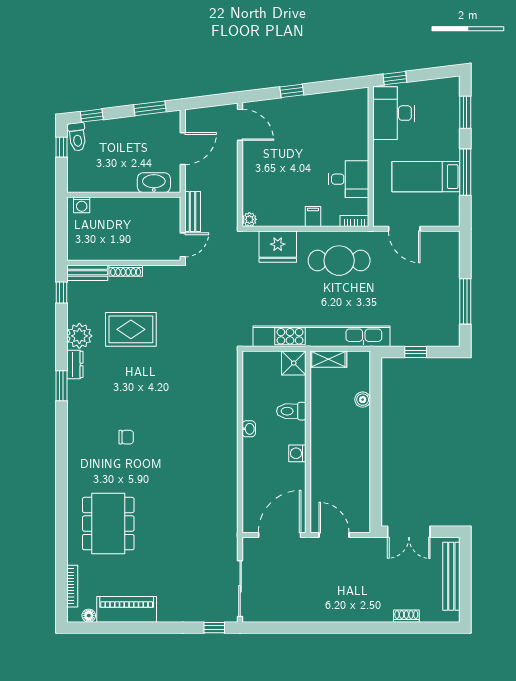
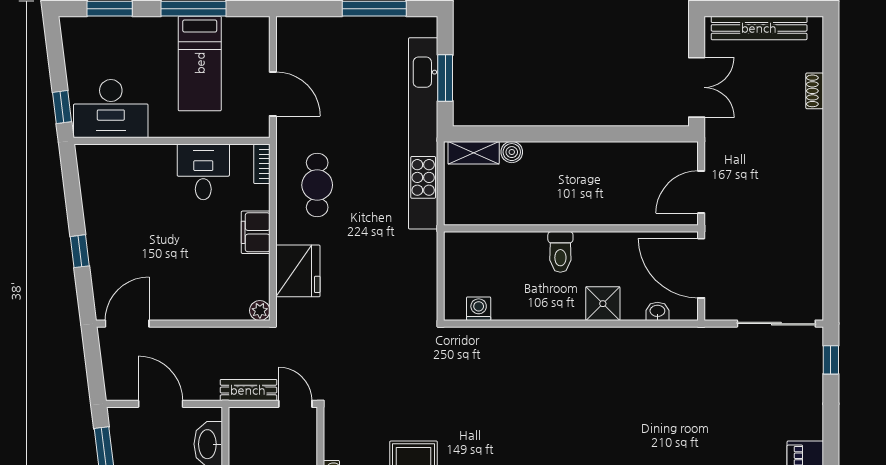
filing cabinet: (313, 217) -> (256, 232), width x2.00
door: (404, 229) -> (273, 94), hinge flipped
cafe table: (339, 261) -> (317, 185), width x0.73, depth x0.74
kitchen unit: (321, 336) -> (423, 133), moved
window: (416, 352) -> (445, 78), width x1.50
shelving: (328, 359) -> (474, 153), moved, turned 90
shower: (294, 363) -> (603, 304), moved
toilet: (291, 411) -> (560, 252), moved
washbasin: (249, 429) -> (657, 311), moved
washing machine: (297, 453) -> (479, 309), moved, turned 180

